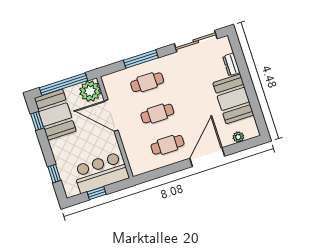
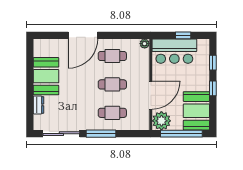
window: (141, 59) -> (101, 134), moved
door: (111, 116) -> (151, 95), hinge flipped
window: (37, 121) -> (213, 88), moved
plant: (238, 137) -> (145, 44), moved

